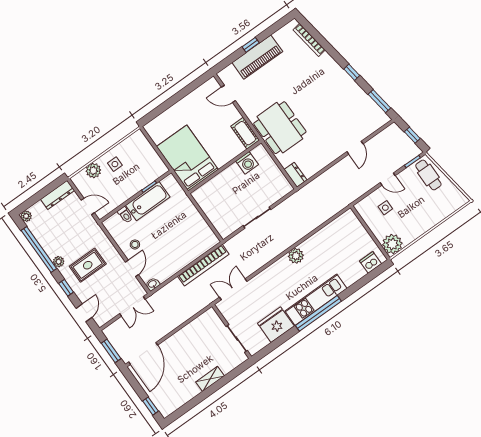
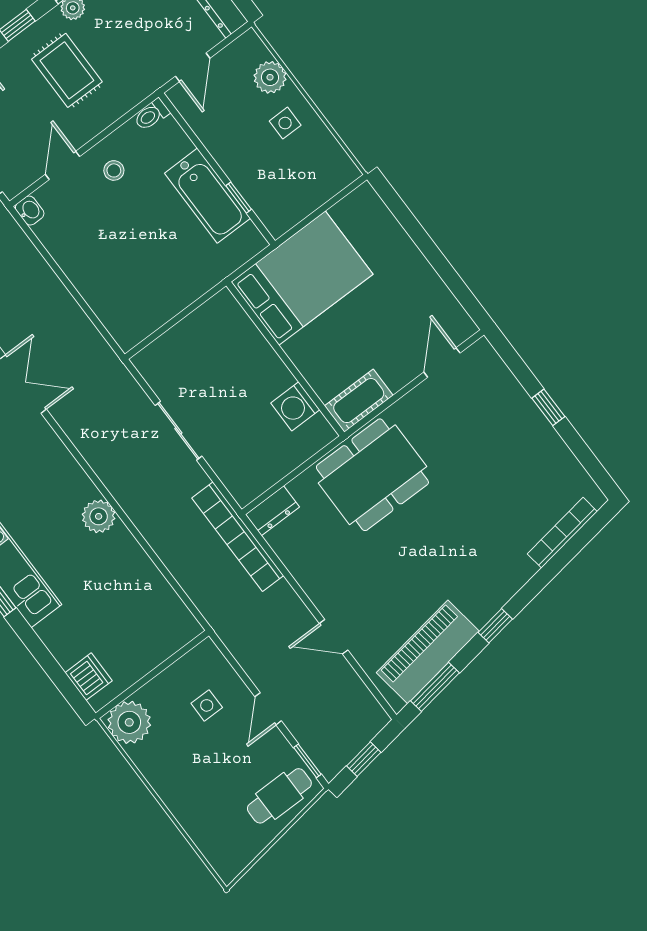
piano: (257, 57) -> (428, 652), moved, turned 82
toilet: (125, 215) -> (152, 115), moved
bookcase: (203, 265) -> (238, 537), moved
door: (132, 268) -> (62, 165), swing flipped

